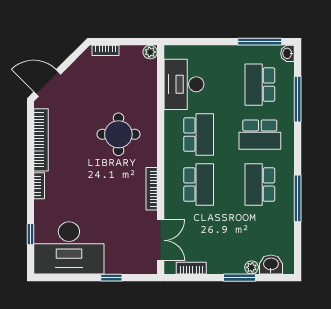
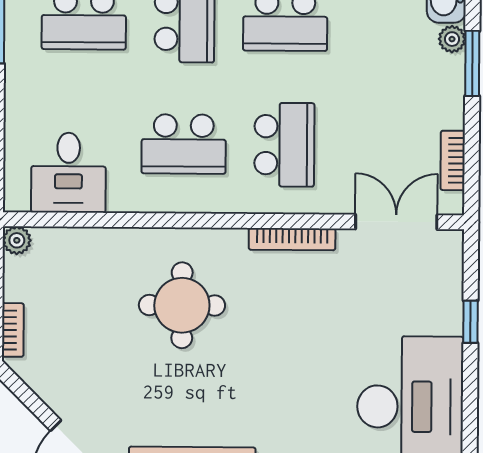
desk: (184, 84) -> (68, 173), width x0.73
school desk: (199, 135) -> (184, 144), turned 180
school desk: (199, 185) -> (284, 145), turned 90

